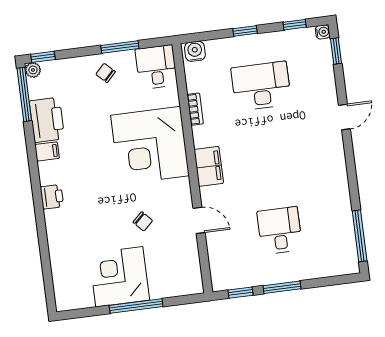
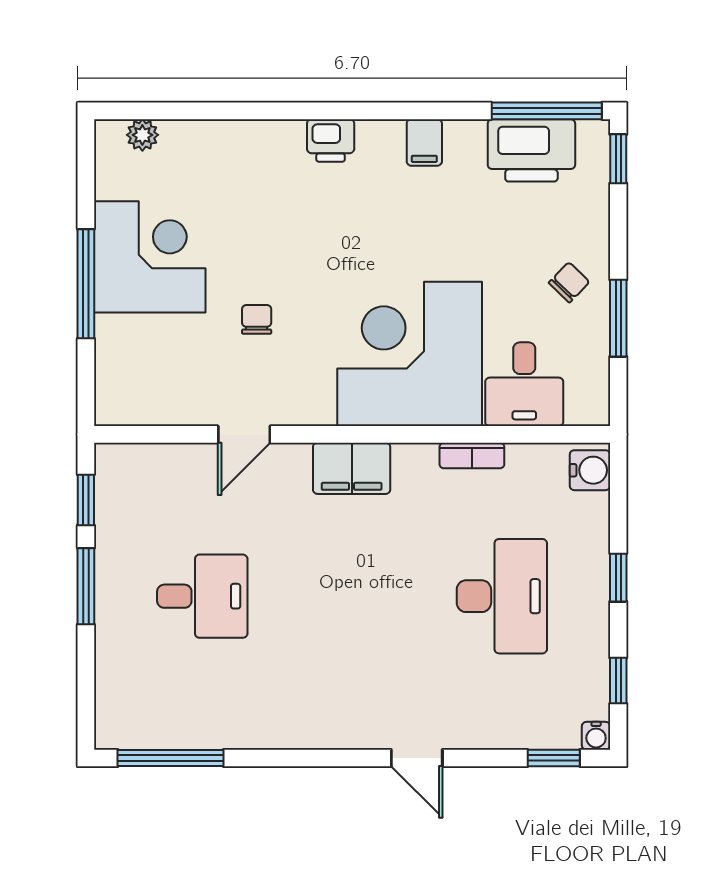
desk: (156, 67) -> (524, 384), moved, turned 90
plant: (33, 70) -> (142, 135), moved
printer: (47, 120) -> (531, 150), moved
chair: (143, 221) -> (257, 319), turned 133

